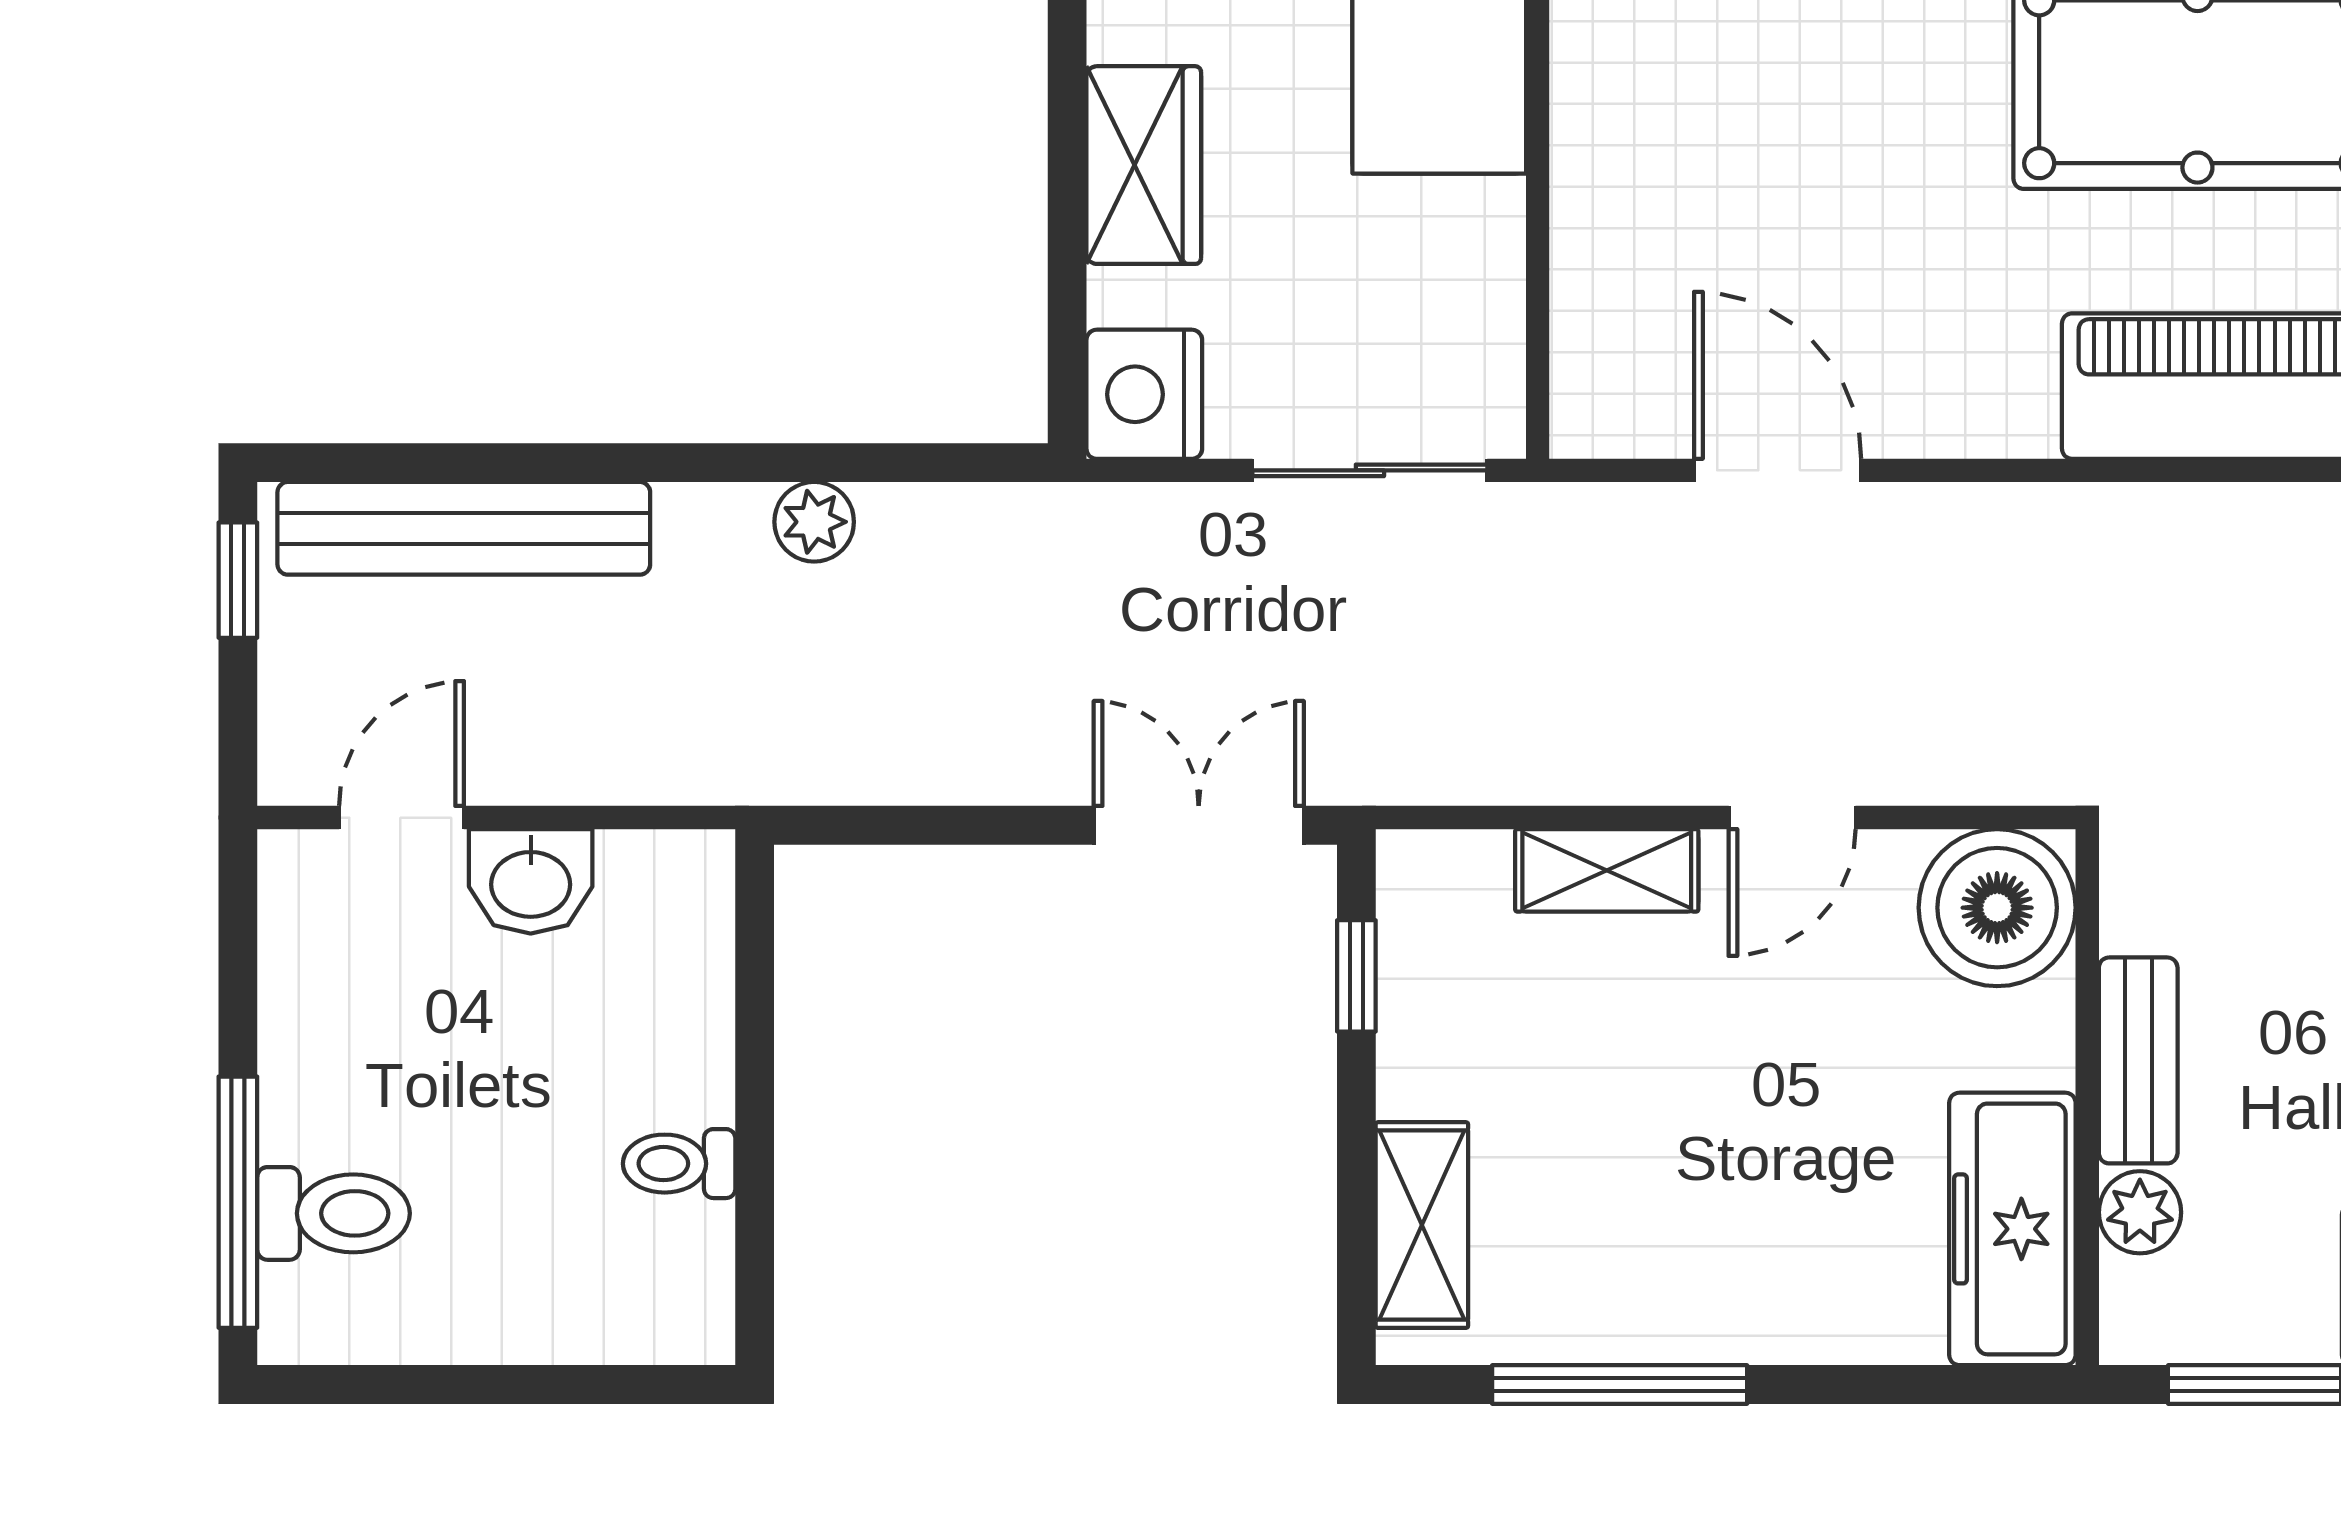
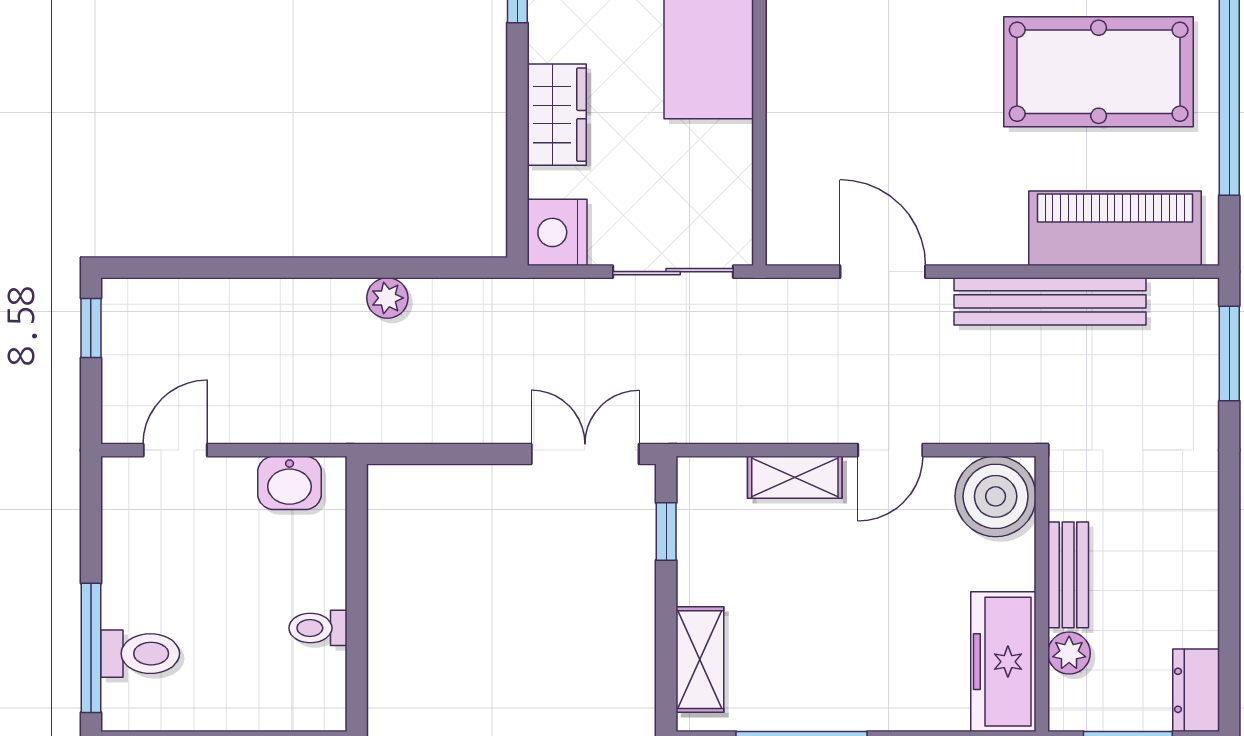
bench: (464, 528) -> (1050, 301), moved
washbasin: (531, 881) -> (290, 483), moved

